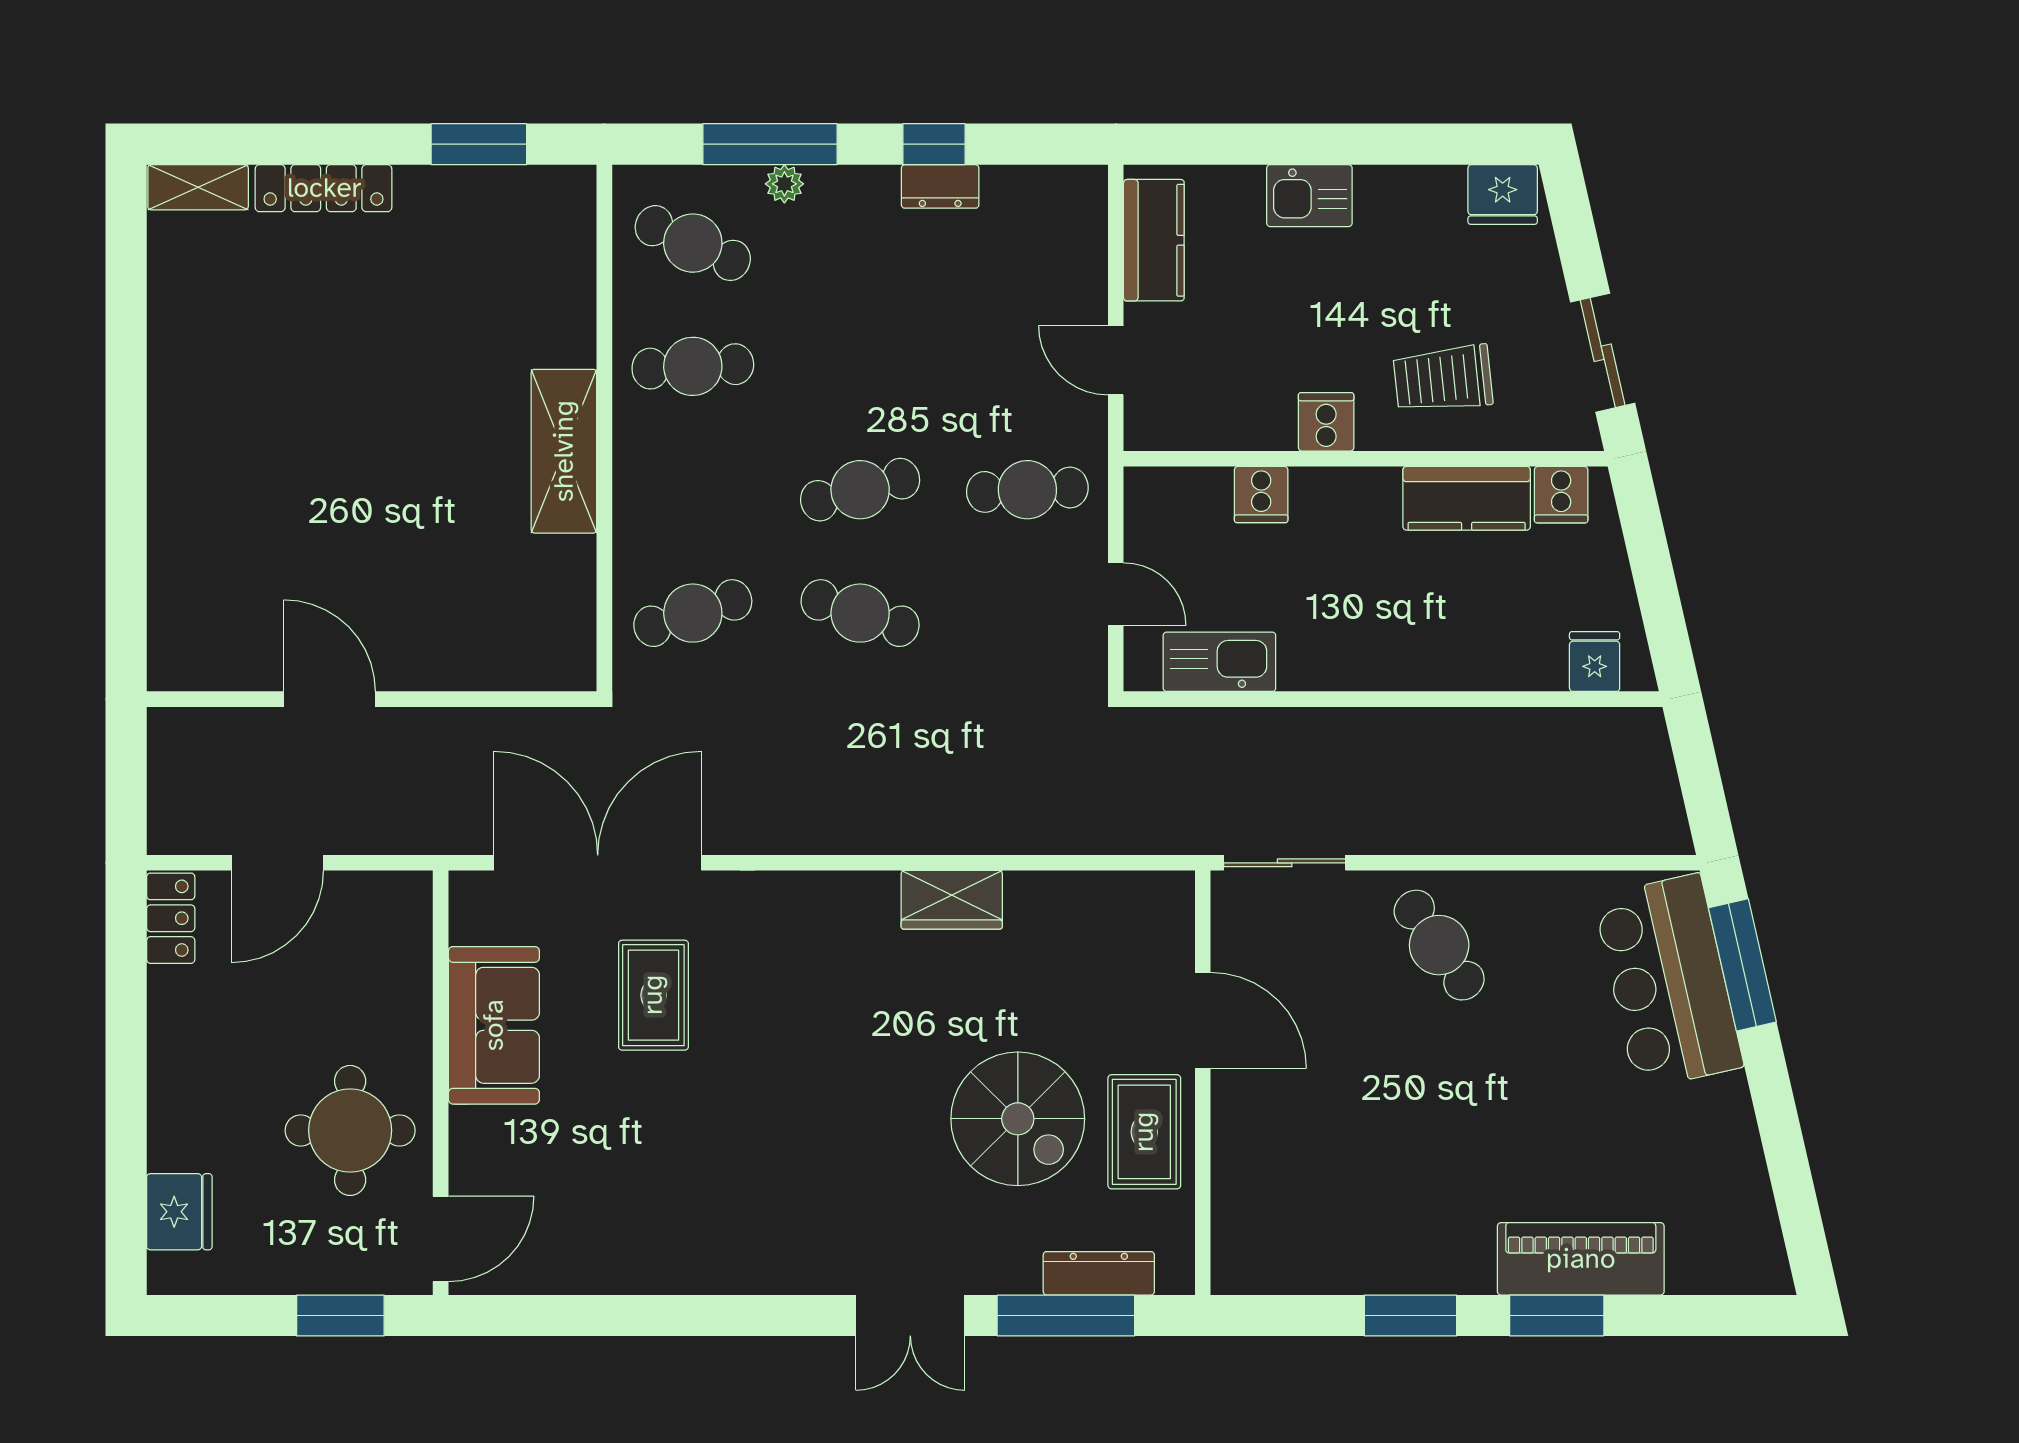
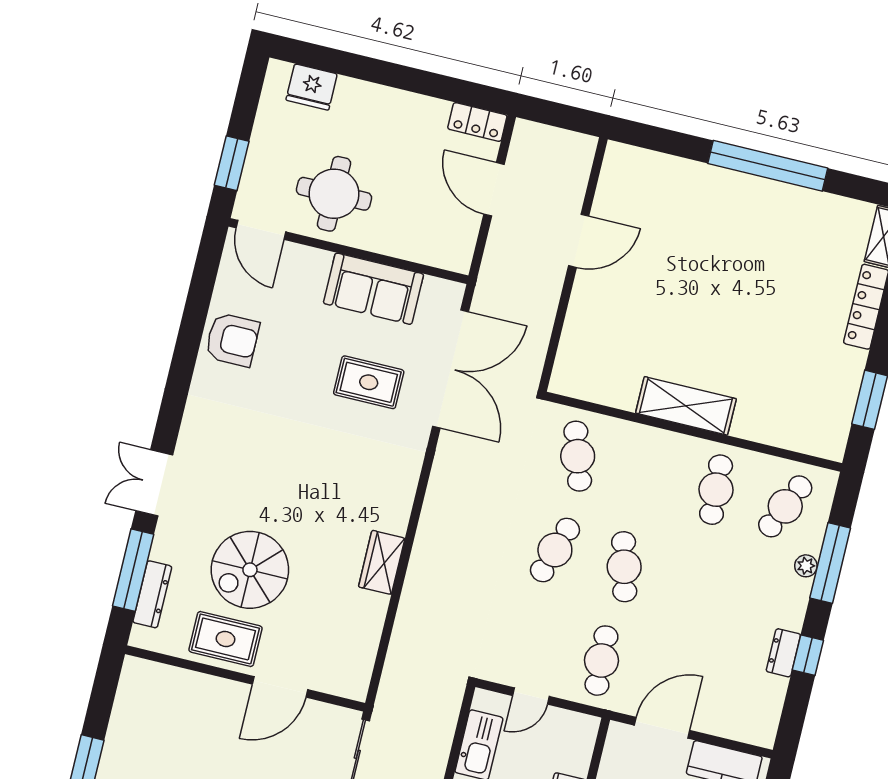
door: (1116, 360) -> (662, 728), width x1.38
window: (126, 411) -> (768, 166), added
armchair: (637, 1242) -> (232, 340), added

